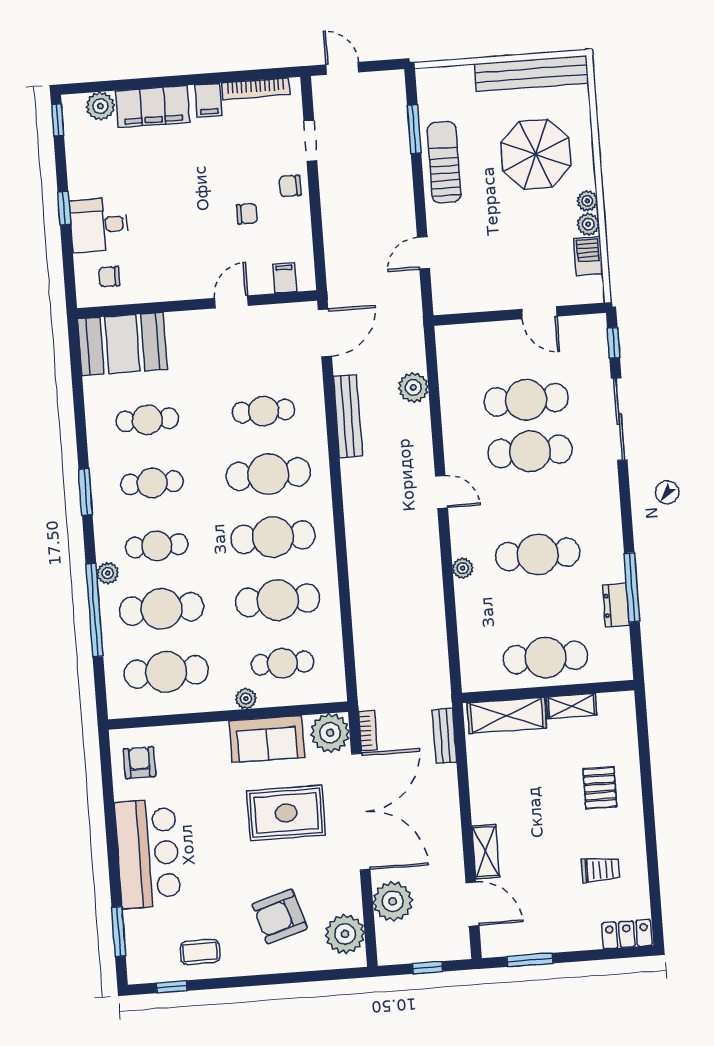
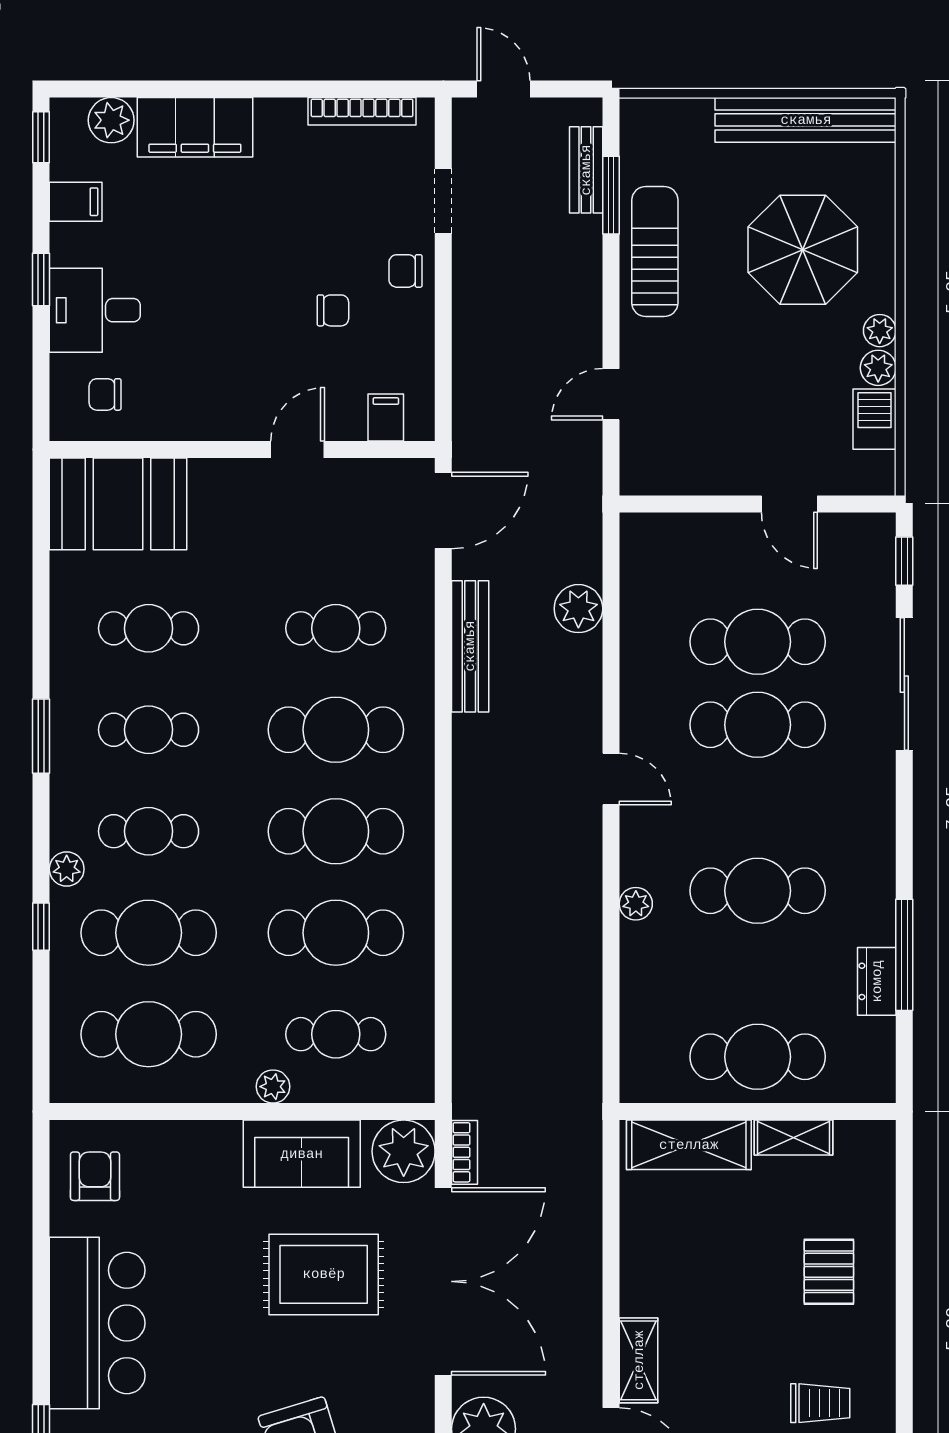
filing cabinet: (208, 100) -> (76, 202), moved, turned -90
window: (94, 610) -> (41, 927), width x0.32
bench: (444, 736) -> (586, 170), moved

